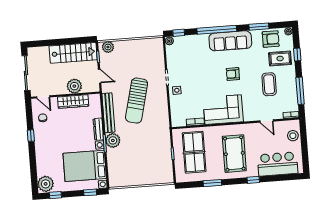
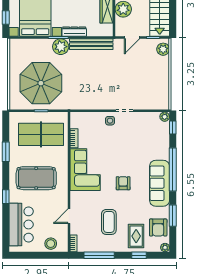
coffee table: (269, 84) -> (109, 222), turned 90
sun lounger: (137, 101) -> (102, 76), removed
parasol: (147, 156) -> (41, 83), added

